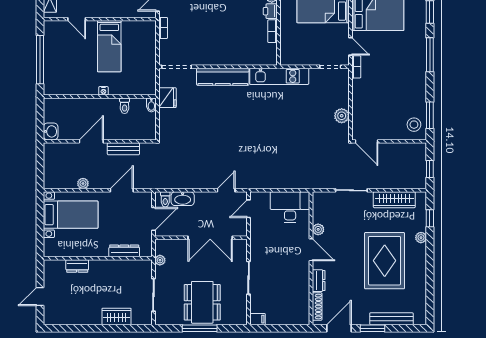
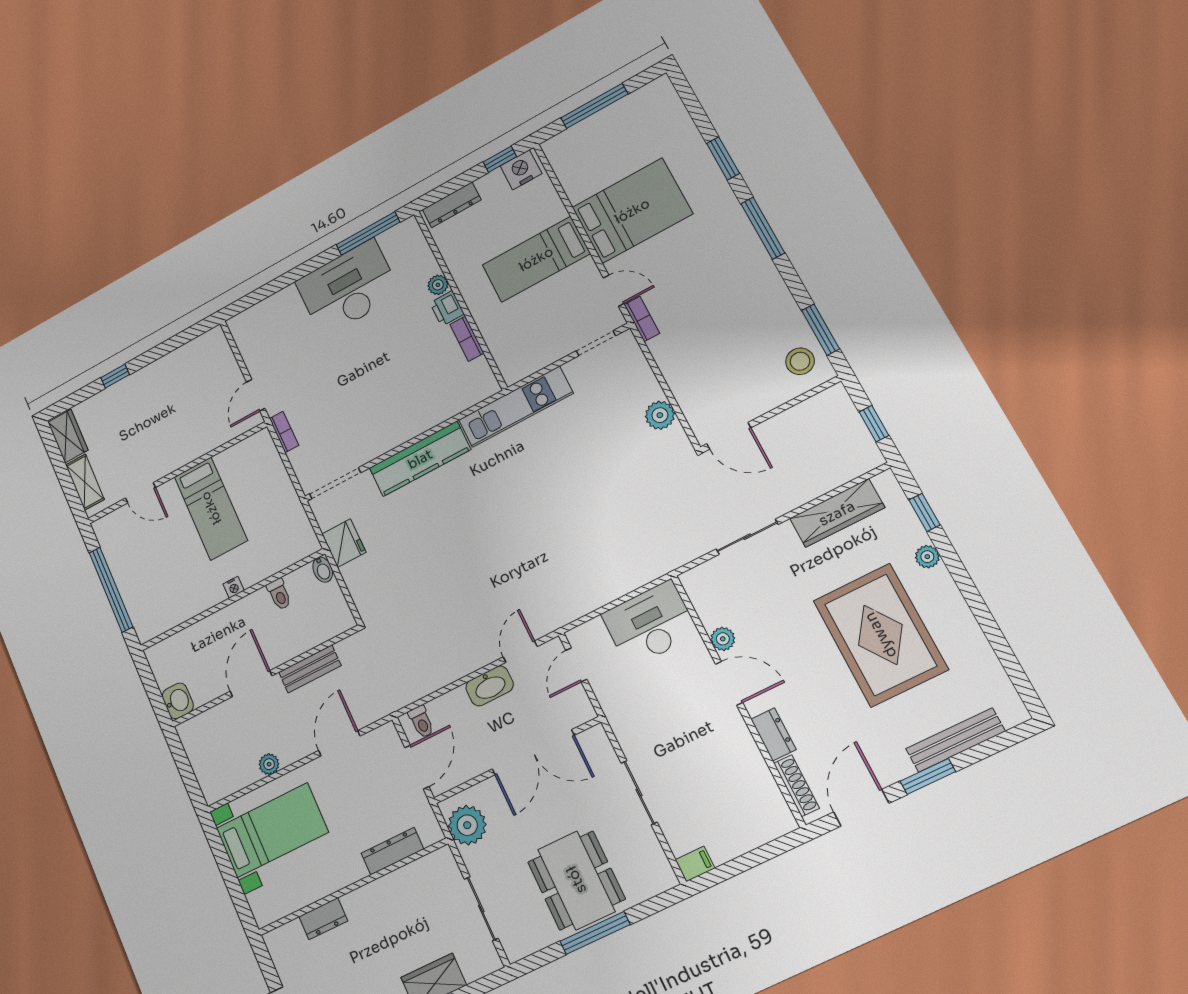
washbasin: (183, 199) -> (490, 686), moved
plant: (160, 260) -> (467, 825), width x1.88, depth x1.88

